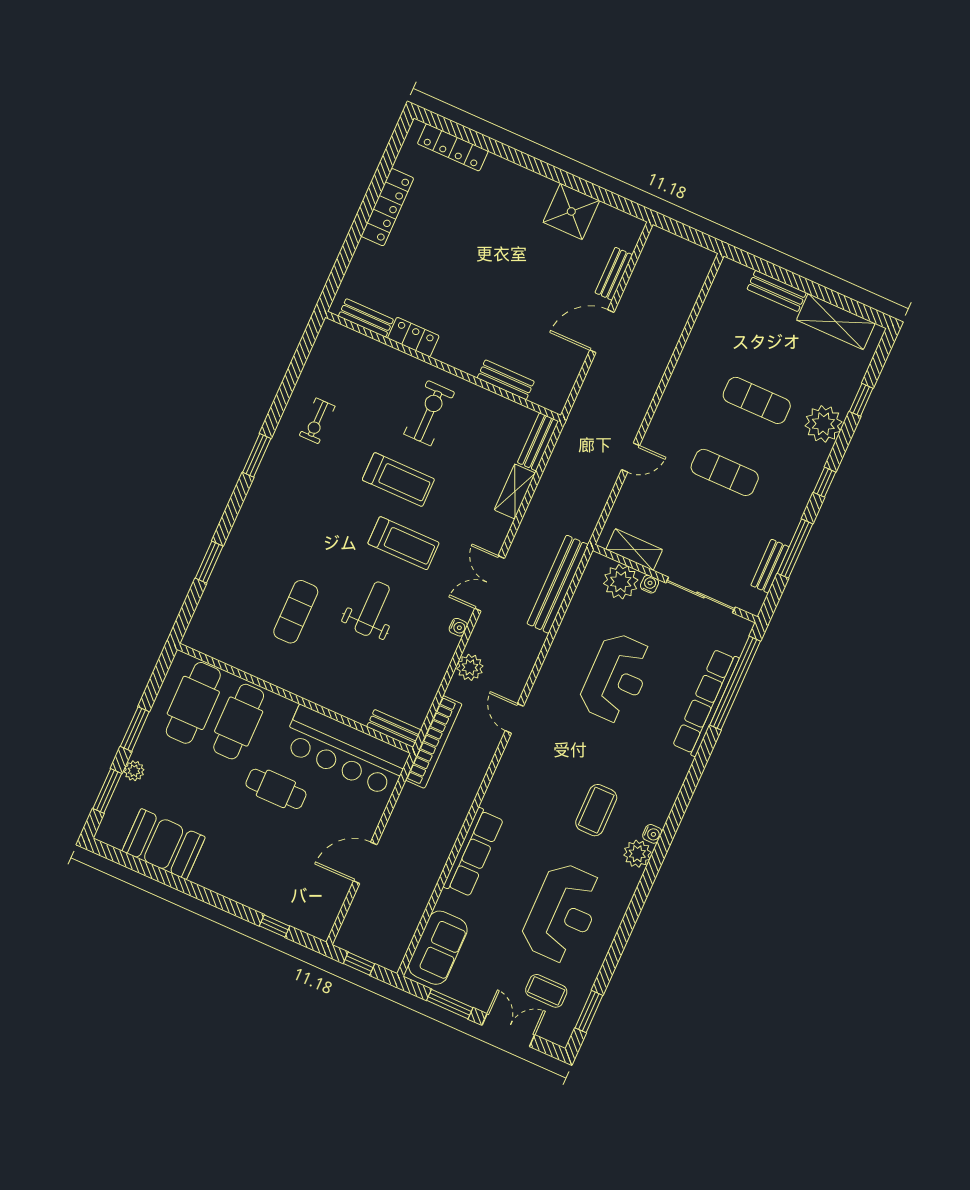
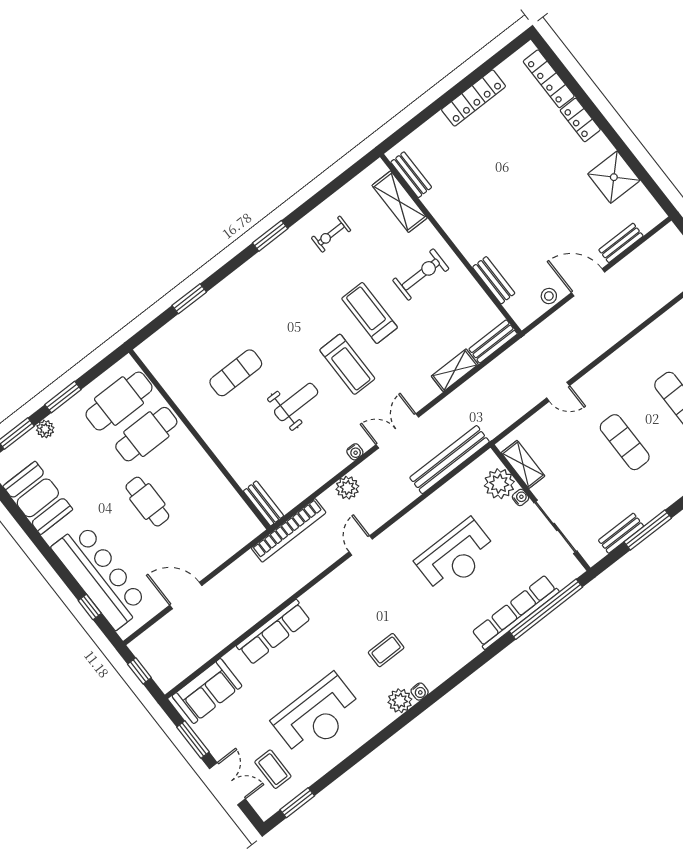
locker: (413, 337) -> (580, 120), moved, turned 180
shelving: (369, 351) -> (400, 202), added
stool: (570, 366) -> (549, 296), added
treadmill: (398, 480) -> (370, 313), turned 180
bar counter: (345, 751) -> (100, 576), moved, turned 180
coffee table: (596, 810) -> (386, 650), width x0.73, depth x0.77

